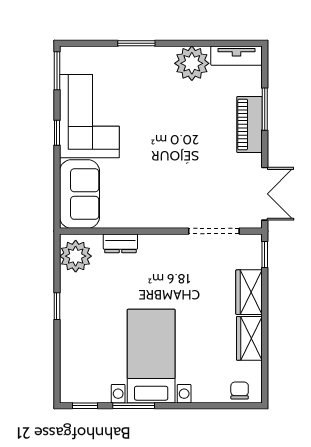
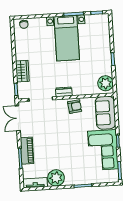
armchair: (144, 211) -> (75, 107), added
dresser: (120, 243) -> (64, 92), moved
wardrobe: (249, 338) -> (21, 49), removed

